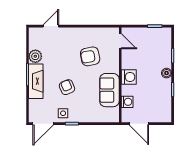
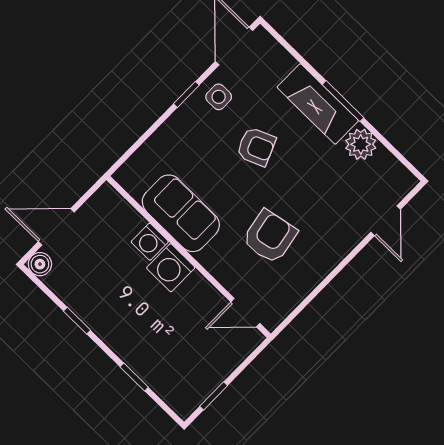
boiler: (167, 73) -> (40, 264), moved
washing machine: (127, 102) -> (150, 242), moved
door: (139, 124) -> (56, 227), moved

